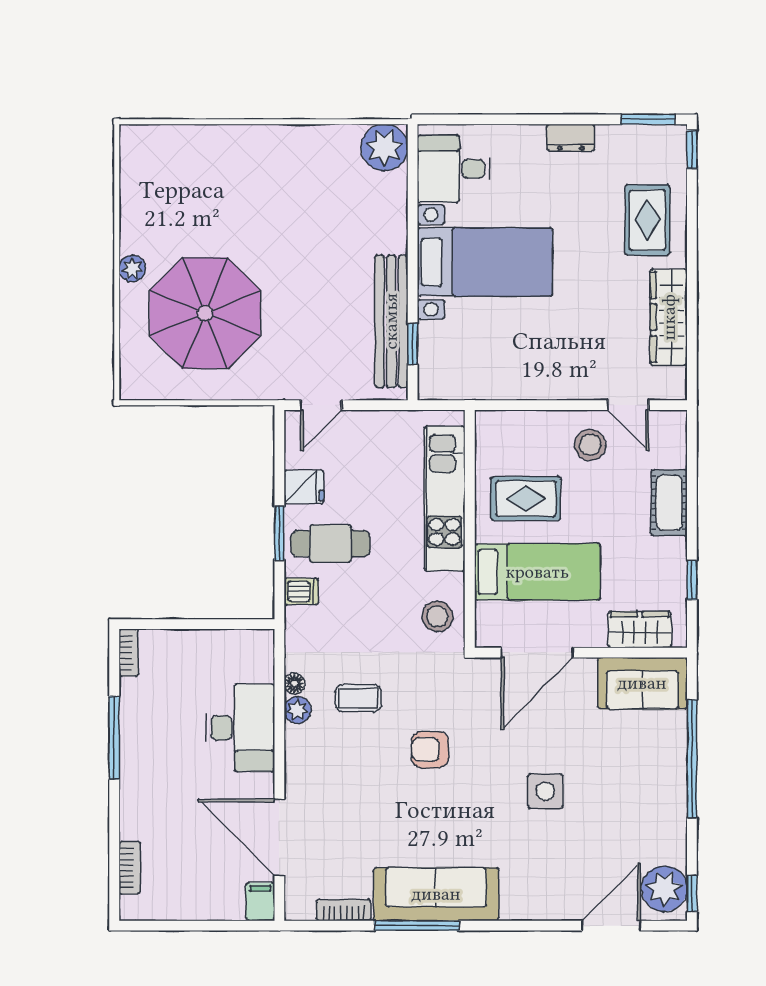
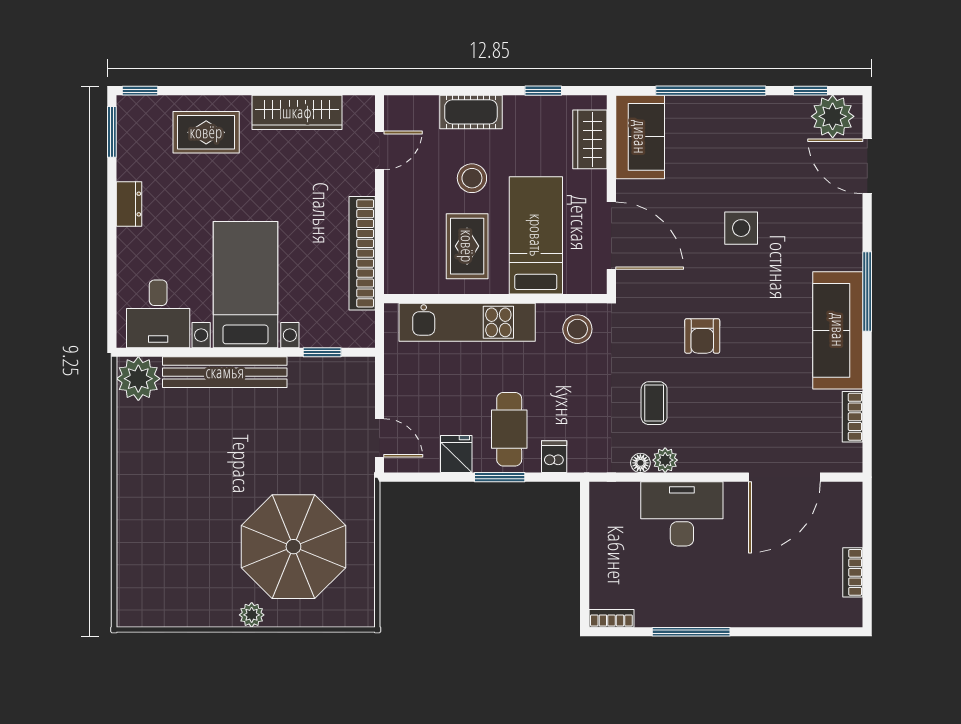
bench: (391, 321) -> (225, 372), moved
bookcase: (518, 386) -> (362, 253), added
stool: (590, 445) -> (472, 178), moved
bookcase: (130, 868) -> (853, 572), moved, turned -90
window: (692, 894) -> (810, 91), moved
filing cabinet: (260, 902) -> (845, 495), removed
window: (417, 926) -> (867, 292), moved

